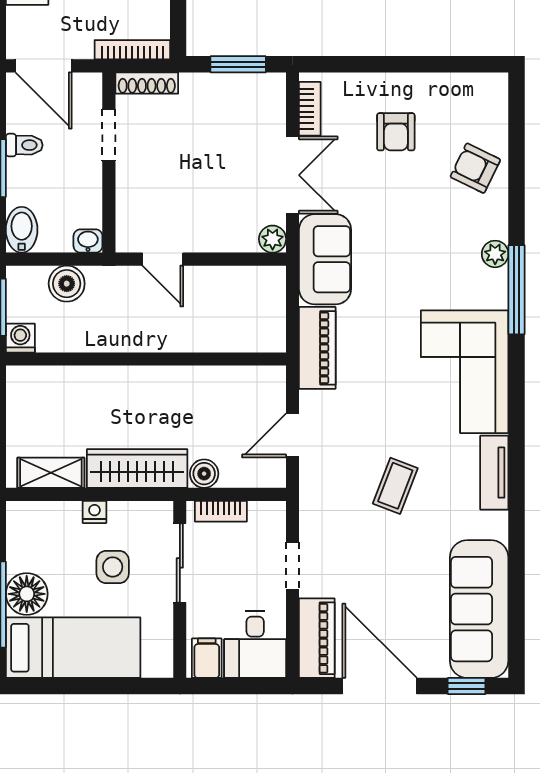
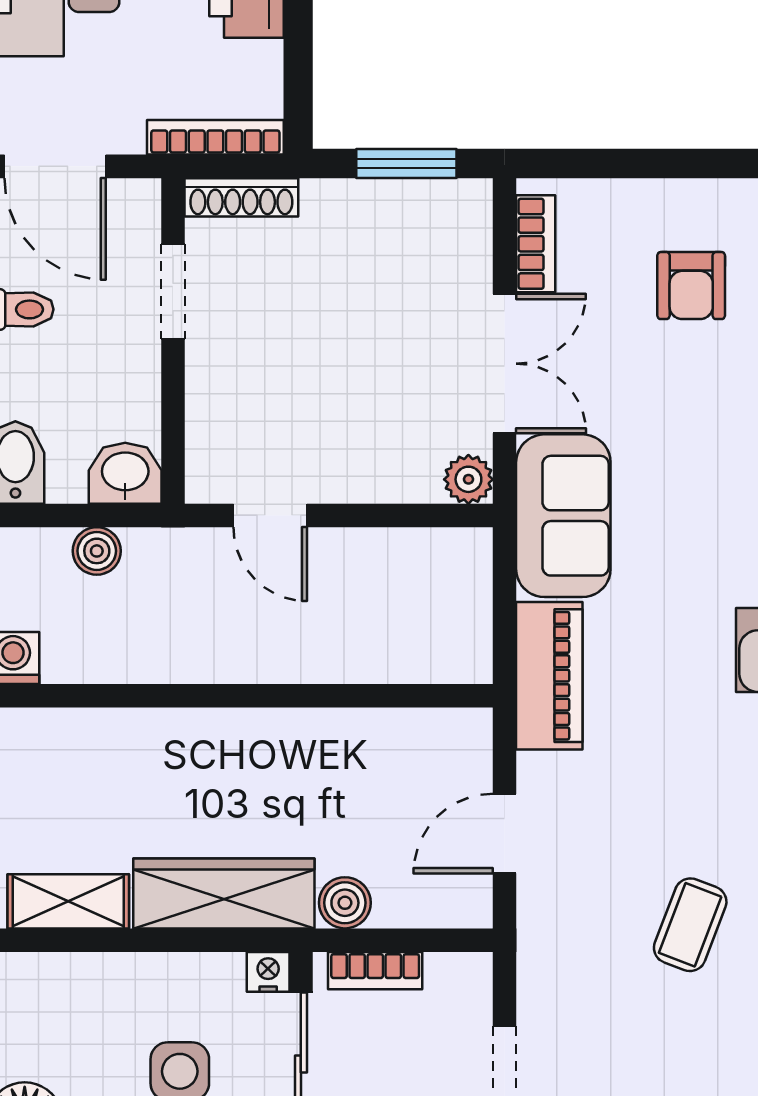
washbasin: (88, 241) -> (125, 473), width x1.38, depth x1.45
boiler: (67, 284) -> (97, 551), width x0.73, depth x0.73
nightstand: (94, 512) -> (268, 972), moved

